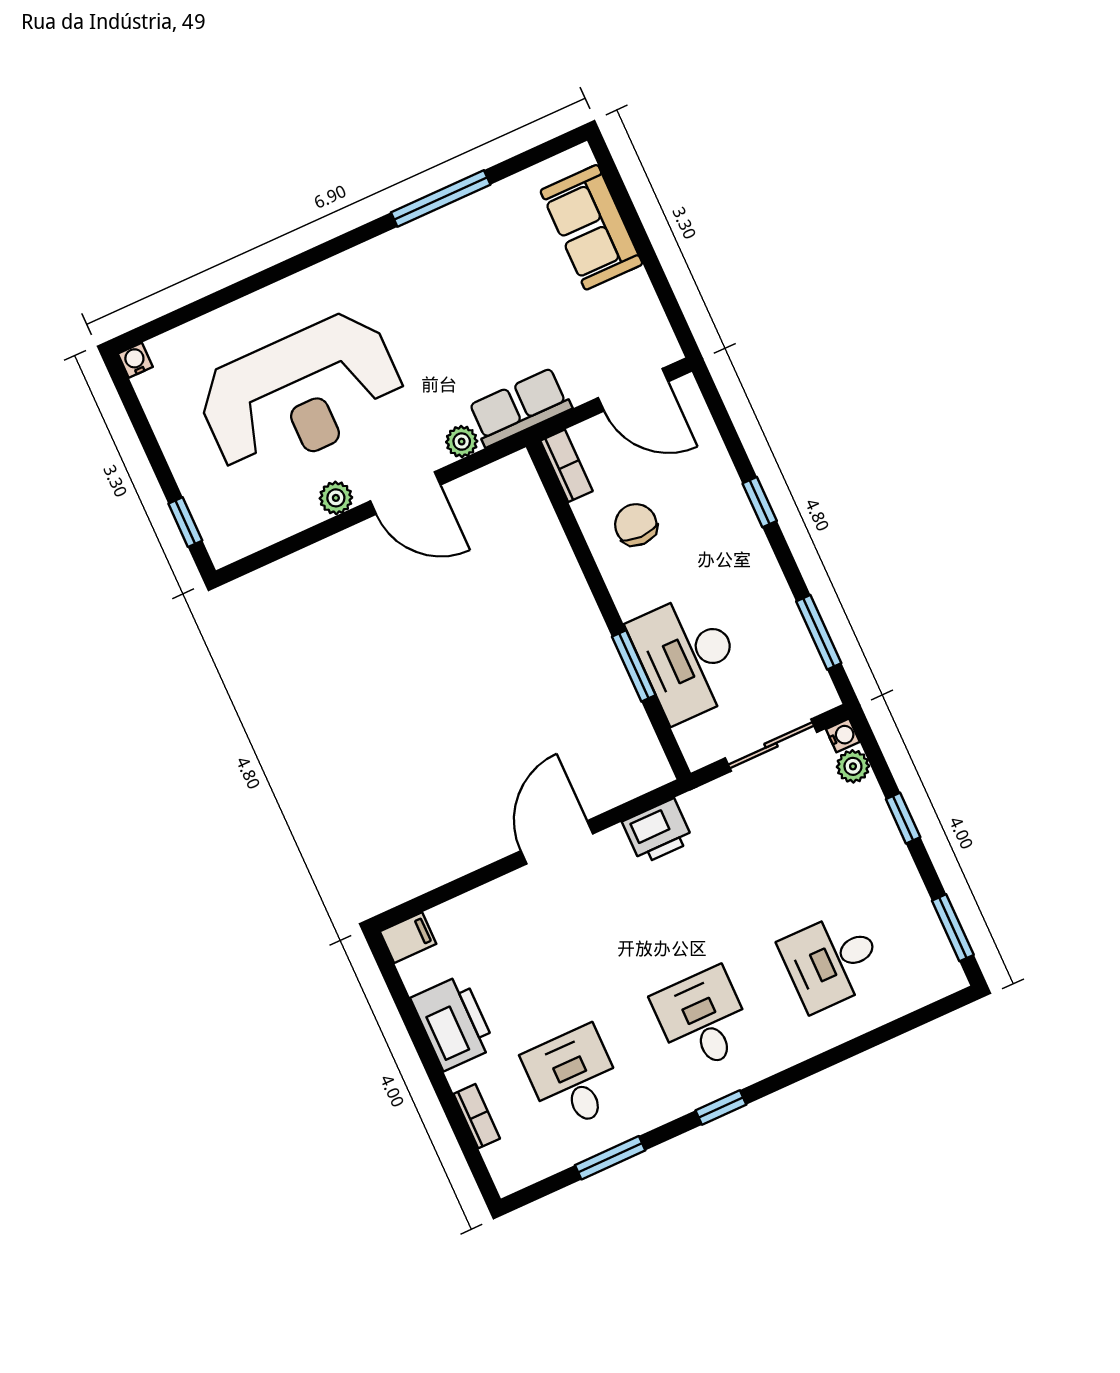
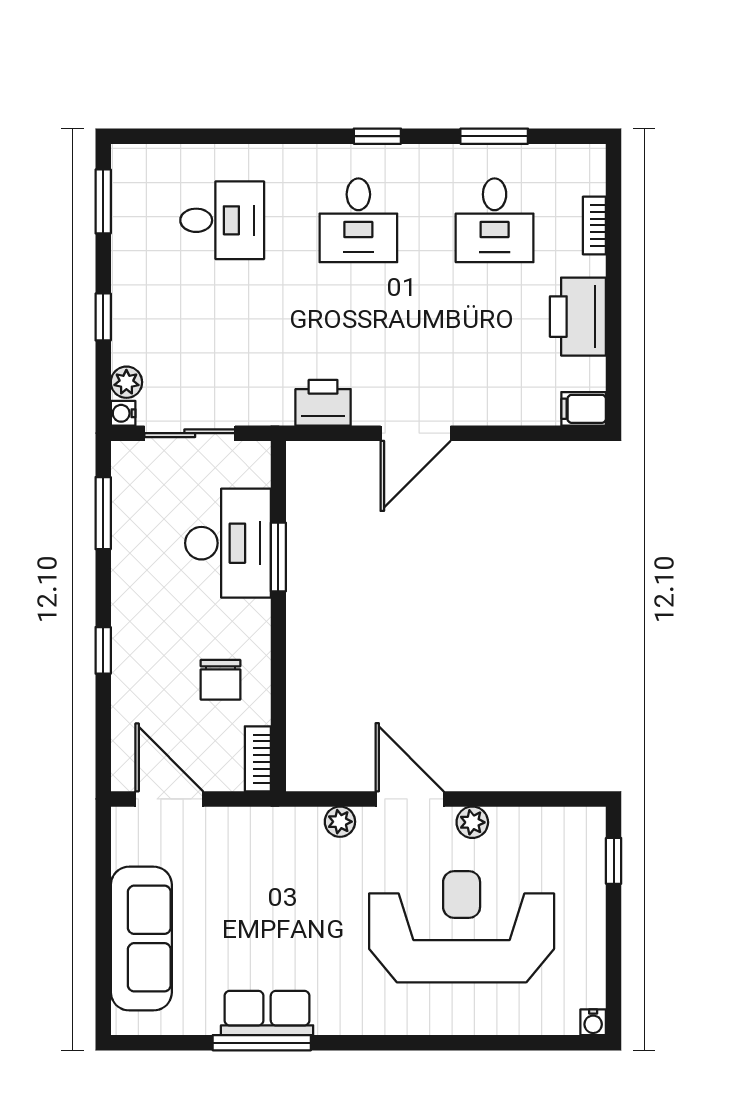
sofa: (591, 227) -> (141, 939), width x1.36
row of seats: (520, 407) -> (267, 1013), moved, turned 180

